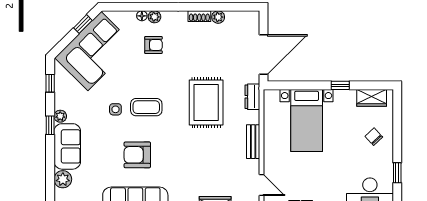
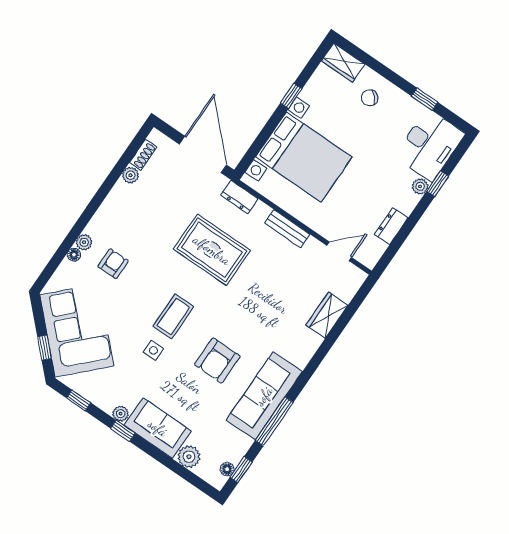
shoe rack: (199, 16) -> (143, 155), moved
window: (83, 24) -> (44, 348), moved
wardrobe: (372, 98) -> (343, 63), moved, turned 90
bed with nightstands: (307, 121) -> (304, 157), width x1.36

